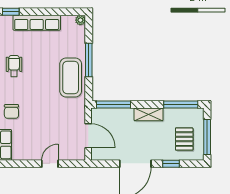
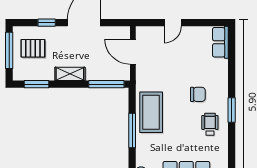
wheelchair: (14, 66) -> (210, 124), turned 180
window: (181, 104) -> (36, 84), width x0.69
chair: (11, 111) -> (198, 94), moved, turned 90
pallet: (184, 139) -> (33, 48), turned 90

